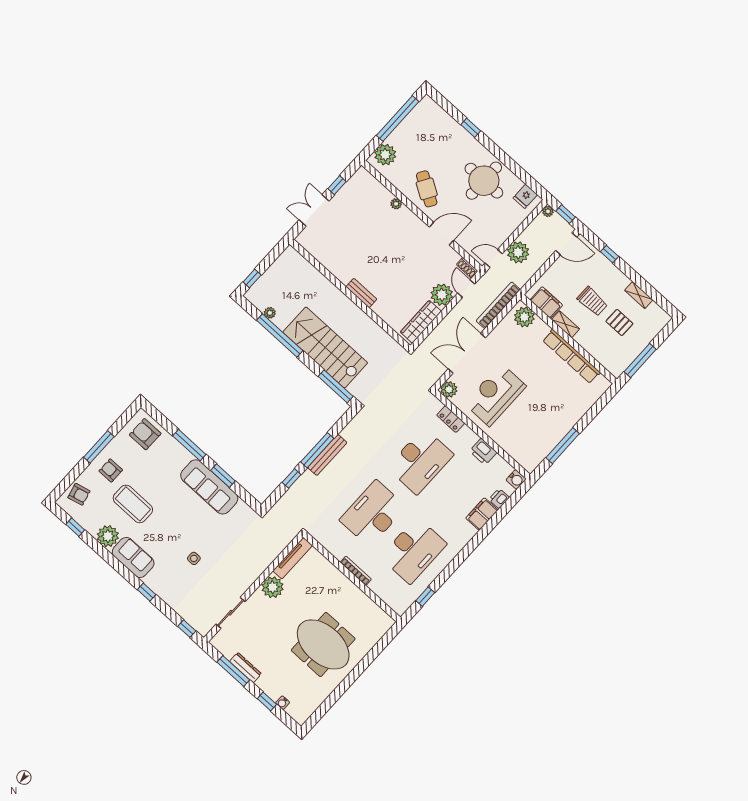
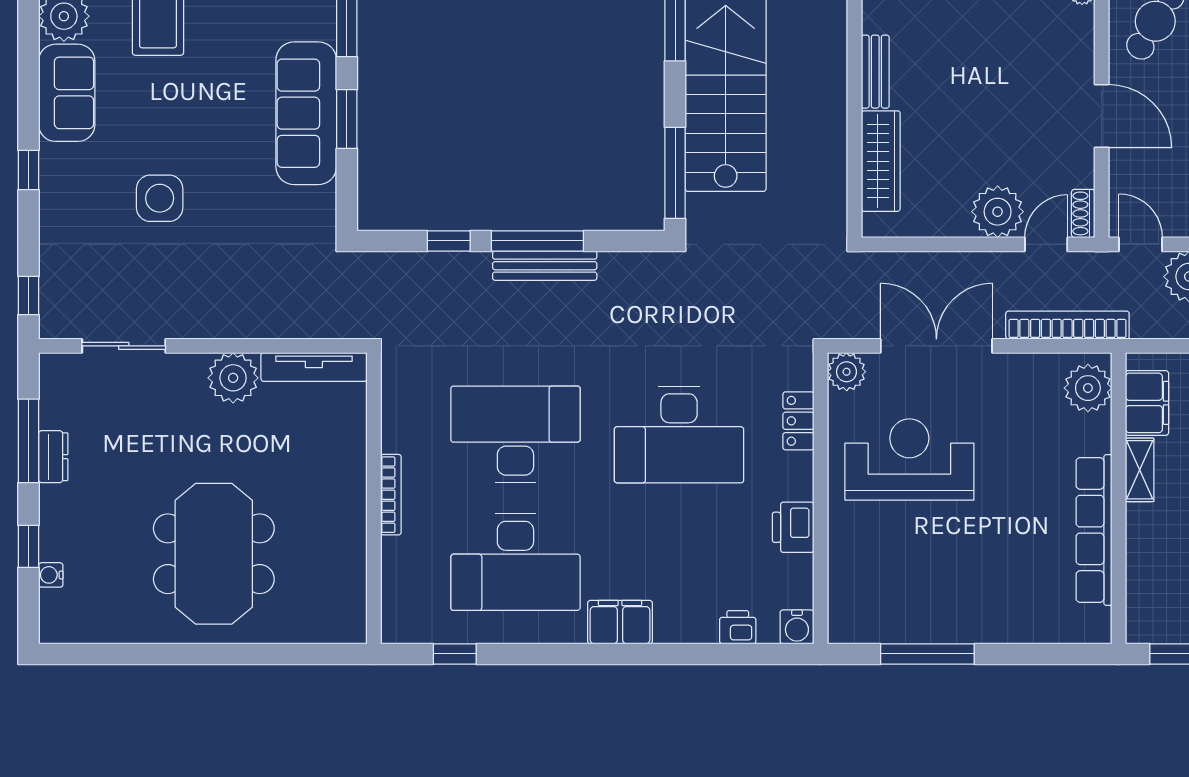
wardrobe: (421, 322) -> (881, 161), moved, turned 90
filing cabinet: (482, 514) -> (620, 622), moved
side table: (194, 558) -> (160, 198), width x1.87, depth x1.87
dresser: (245, 668) -> (53, 457), width x0.70

